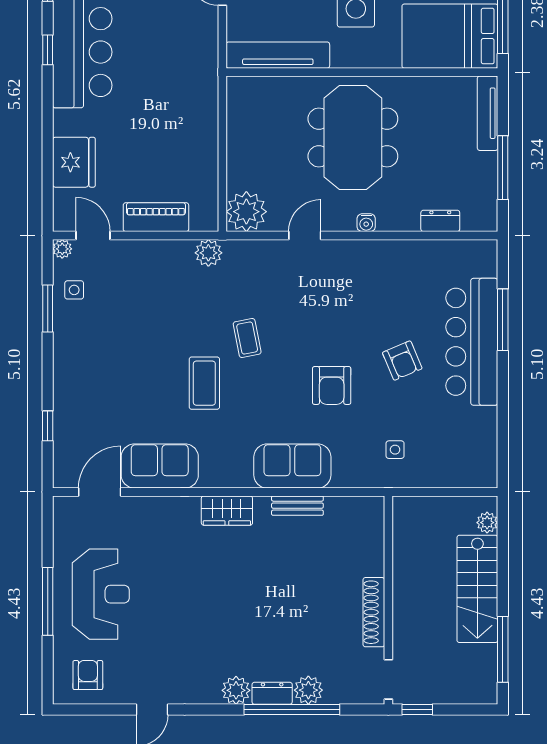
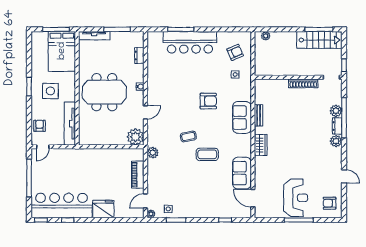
fridge: (74, 162) -> (103, 209), moved
door: (305, 236) -> (145, 112), swing flipped
armchair: (402, 361) -> (235, 52), moved
stairs: (477, 589) -> (319, 40), moved
reception desk: (101, 594) -> (296, 198), turned 90

